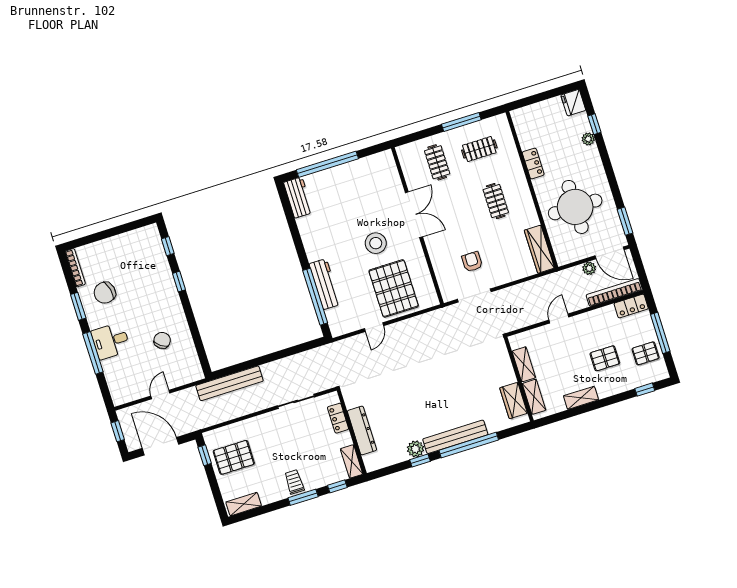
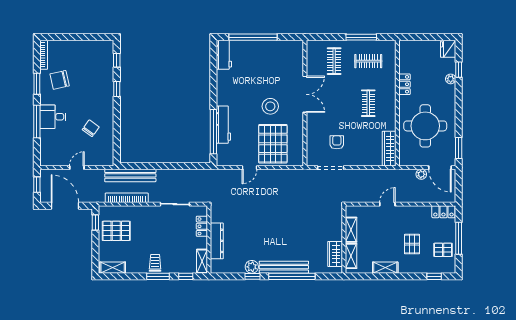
bookcase: (614, 292) -> (127, 198), moved
pallet: (605, 358) -> (412, 244), turned 90

